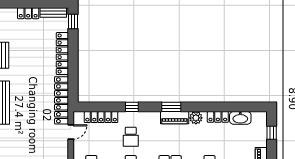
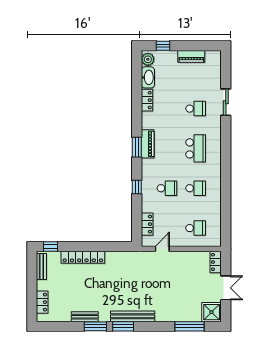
locker: (28, 13) -> (42, 302), moved
locker: (62, 100) -> (130, 258), removed
locker: (101, 117) -> (147, 224), width x0.66
plant: (196, 118) -> (148, 59), moved
door: (71, 132) -> (162, 249), hinge flipped

